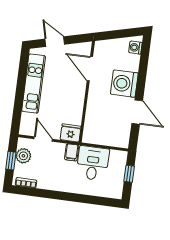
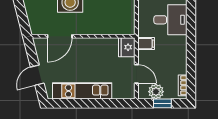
door: (43, 139) -> (136, 74), swing flipped
desk: (93, 163) -> (170, 20), moved, turned 180

